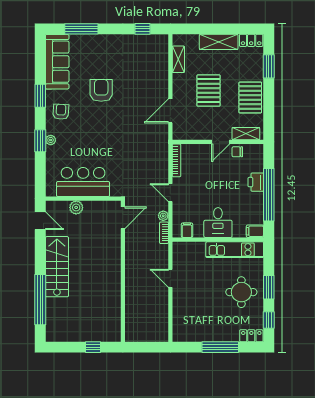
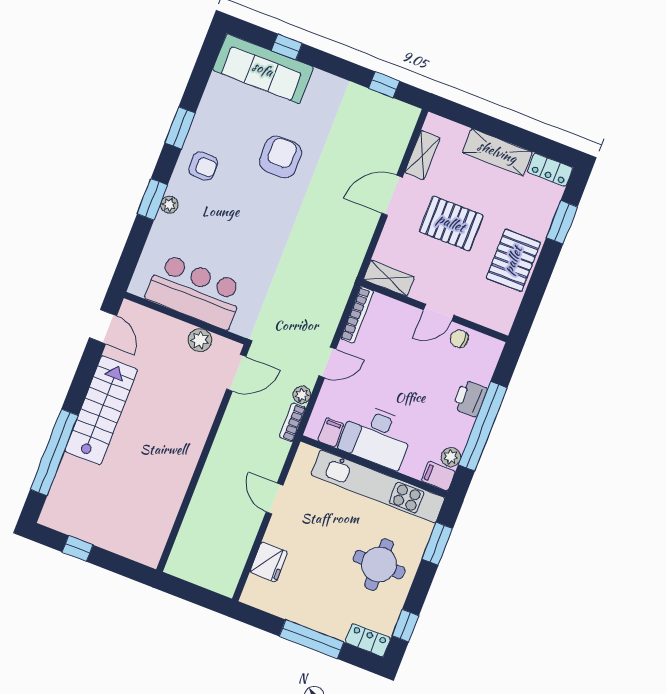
window: (81, 29) -> (287, 47), width x0.46
sofa: (57, 62) -> (263, 69), moved, turned 90
pallet: (209, 91) -> (451, 223), turned 90
door: (170, 111) -> (392, 195), moved
armchair: (61, 112) -> (203, 166), turned 87
shelving: (246, 134) -> (389, 278), moved
door: (170, 193) -> (327, 362), swing flipped
plant: (76, 207) -> (200, 340), moved
plant: (258, 218) -> (451, 457), added
desk: (218, 223) -> (376, 436), width x1.37
kitchen unit: (235, 250) -> (378, 486), width x1.36
window: (269, 287) -> (437, 544), moved
fridge: (181, 314) -> (269, 562), added
window: (93, 347) -> (78, 548), moved

